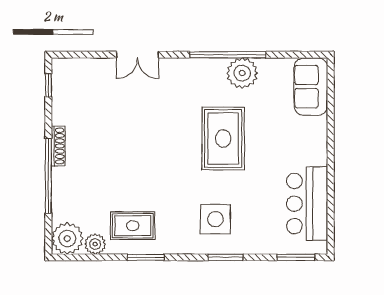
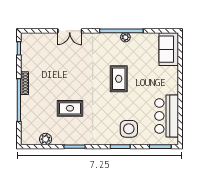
plant: (242, 73) -> (125, 37), width x0.53, depth x0.53
rug: (223, 139) -> (119, 79), width x0.73, depth x0.70
side table: (215, 219) -> (129, 129), moved
rug: (133, 226) -> (70, 108), moved
plant: (67, 238) -> (30, 136), removed

